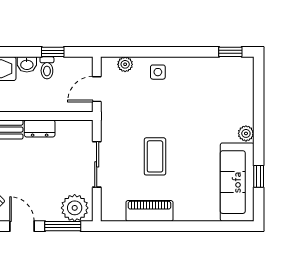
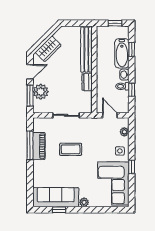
window: (230, 52) -> (132, 167), moved
corner sofa: (214, 83) -> (113, 183), added
plant: (75, 208) -> (41, 92), moved
window: (148, 226) -> (30, 145), added

